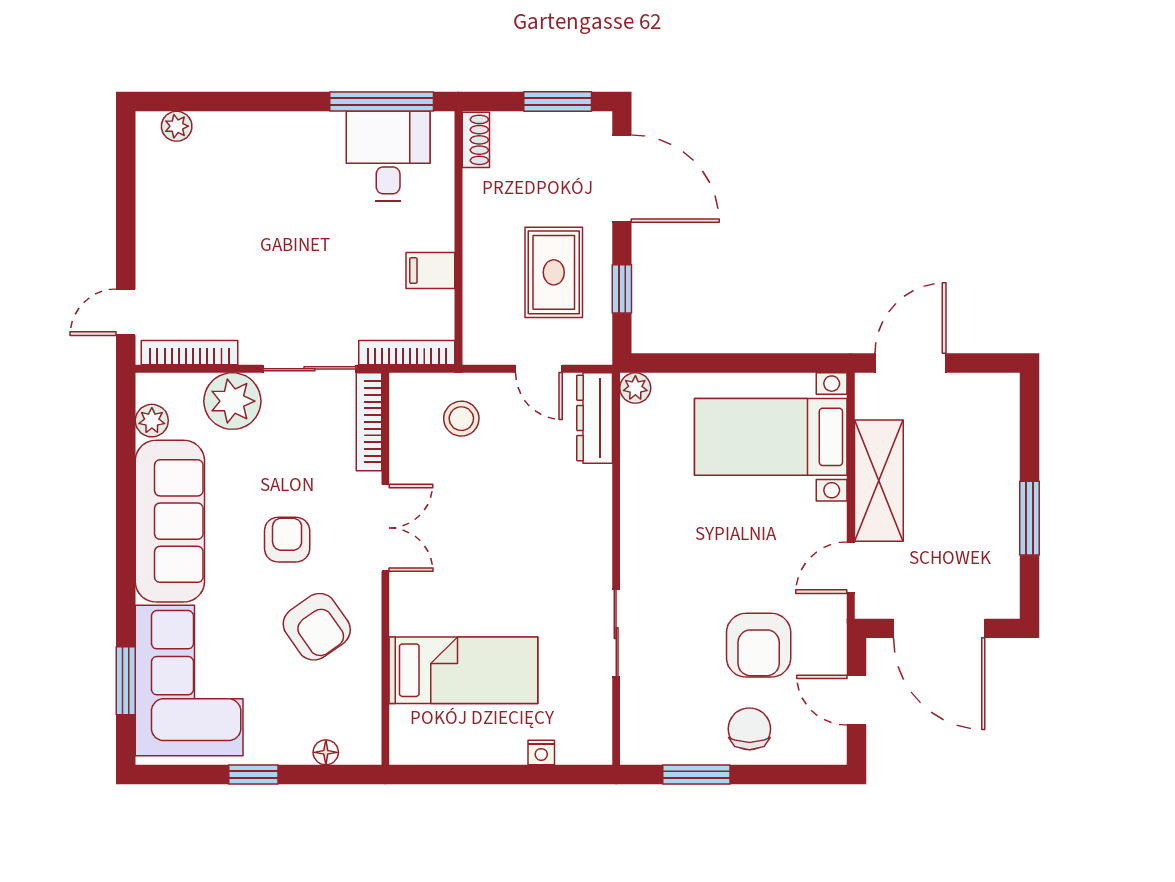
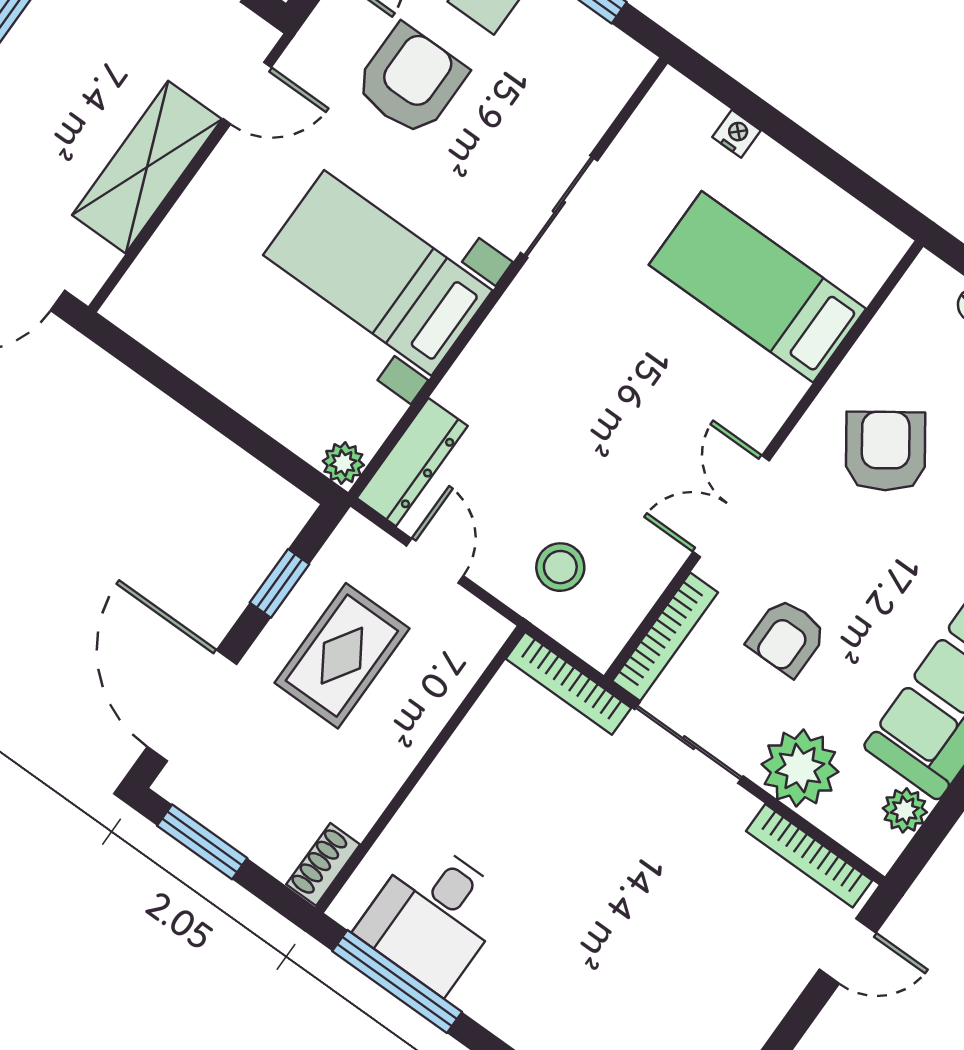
filing cabinet: (430, 271) -> (477, 756), removed
bed with nightstands: (771, 437) -> (378, 273), moved, turned 180
armchair: (287, 540) -> (787, 637), moved

